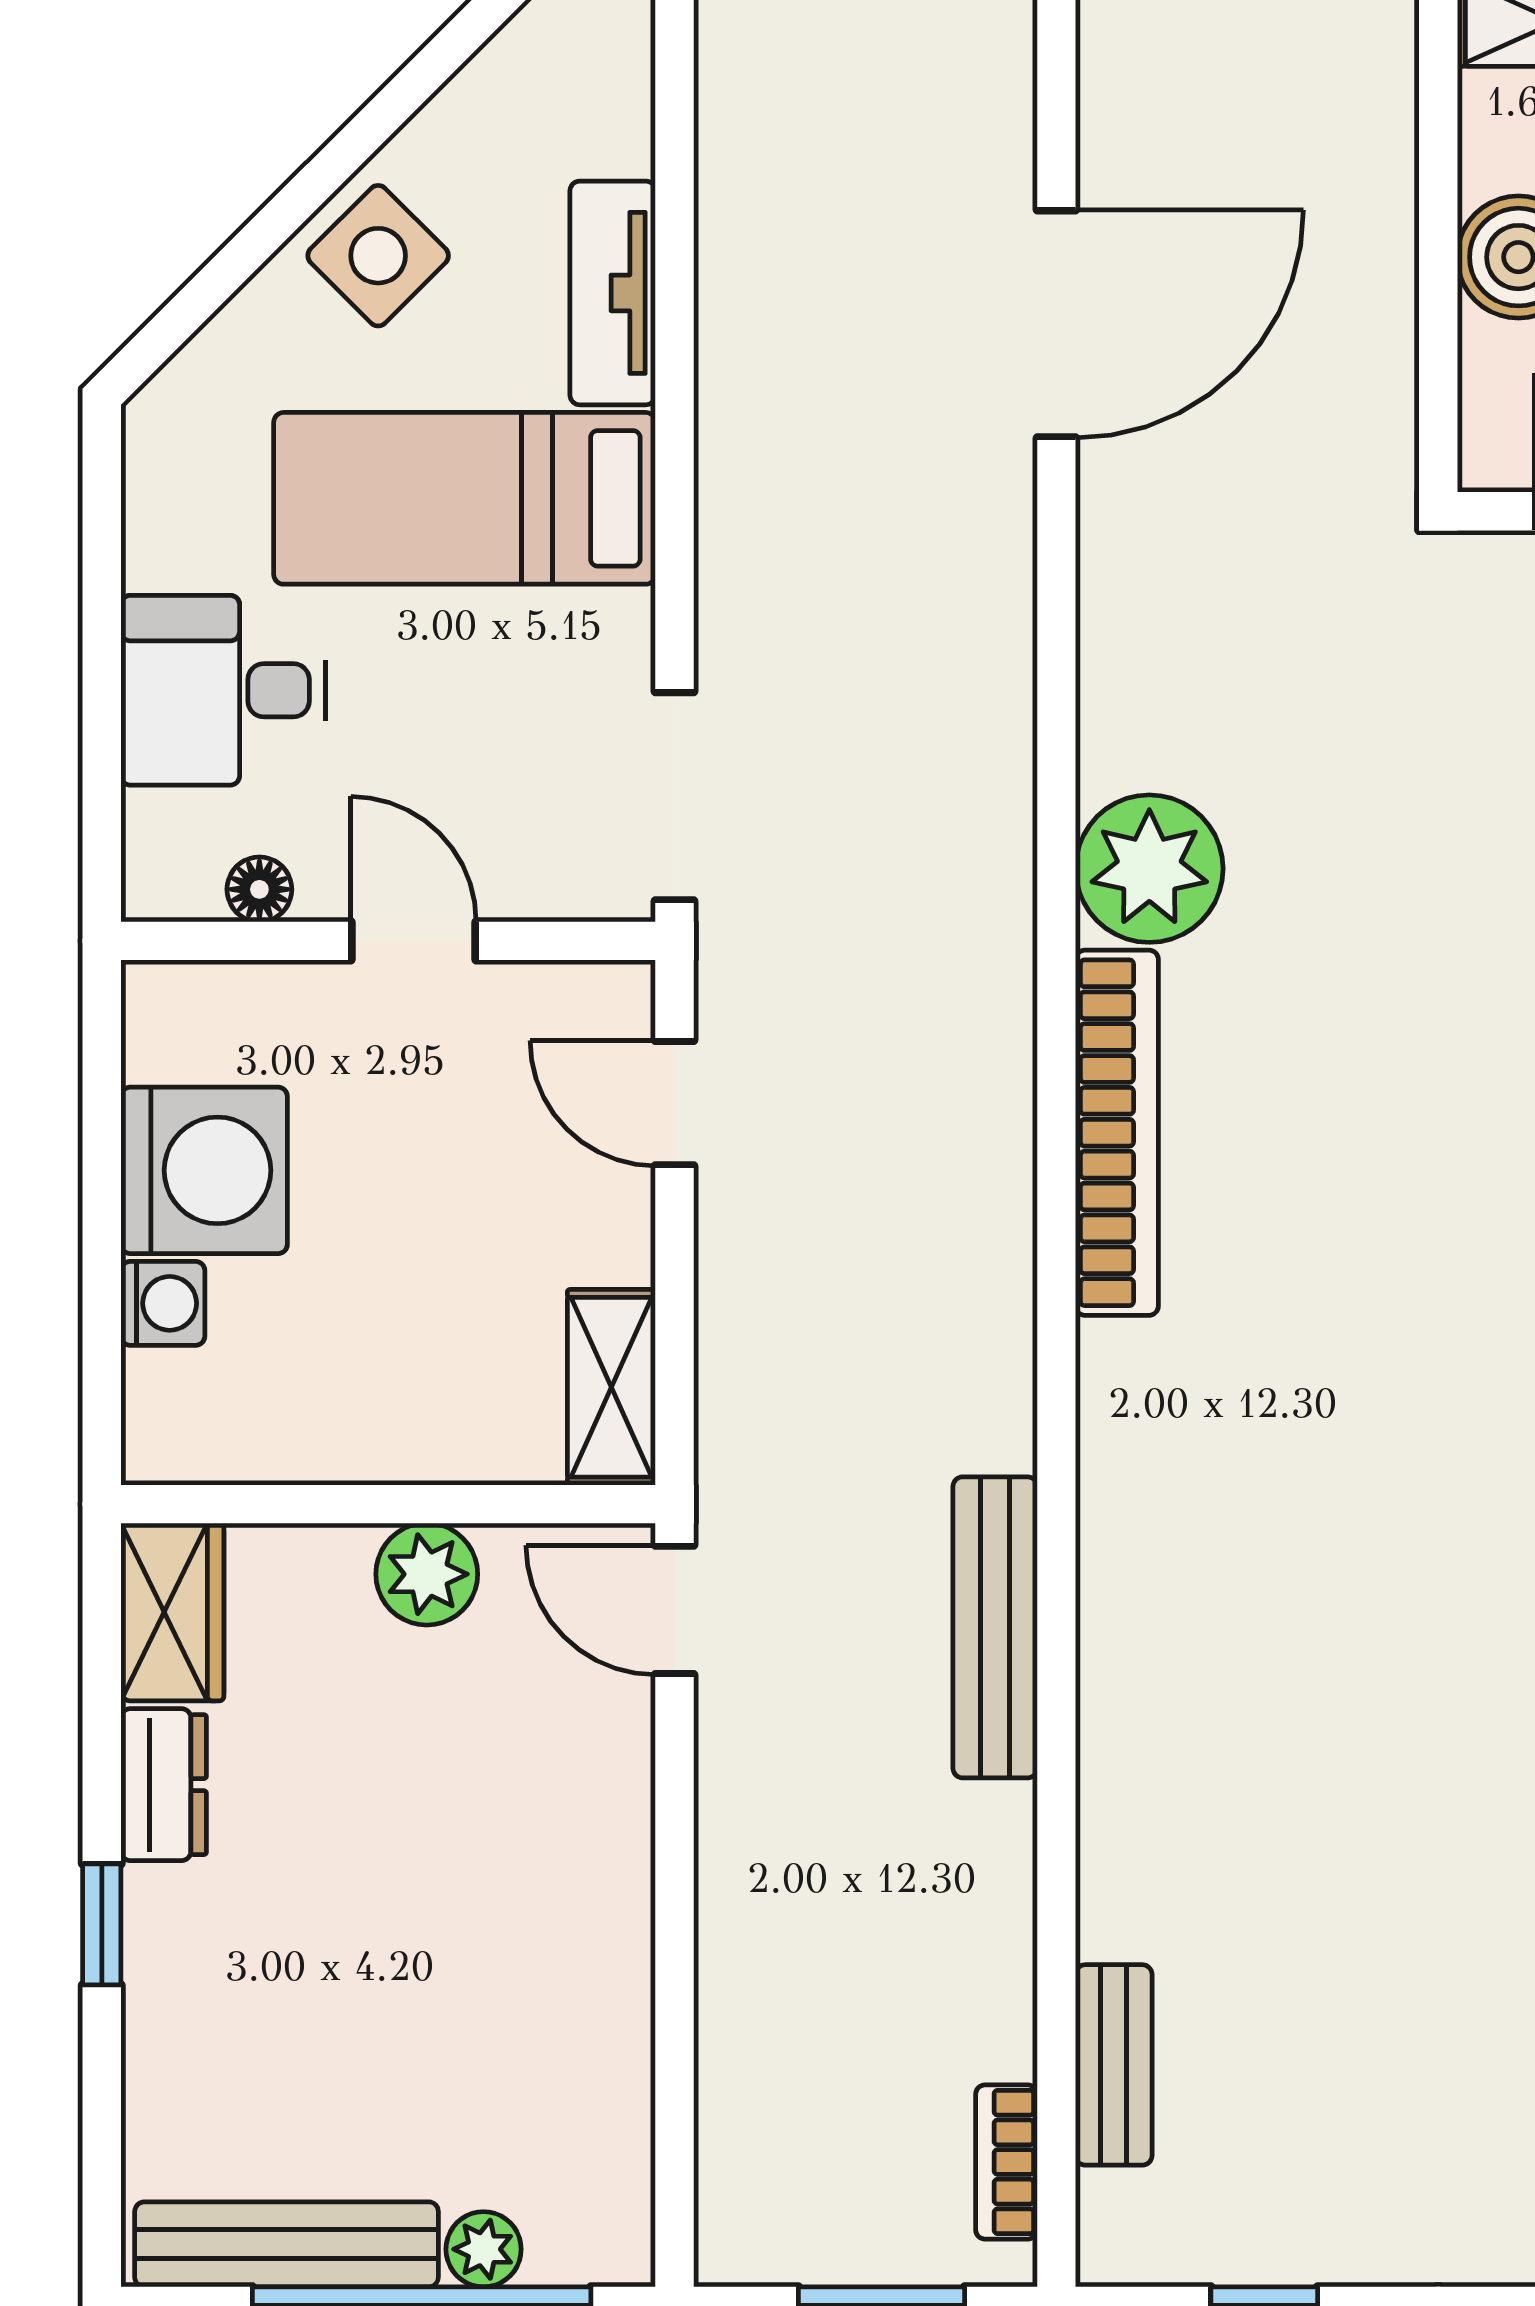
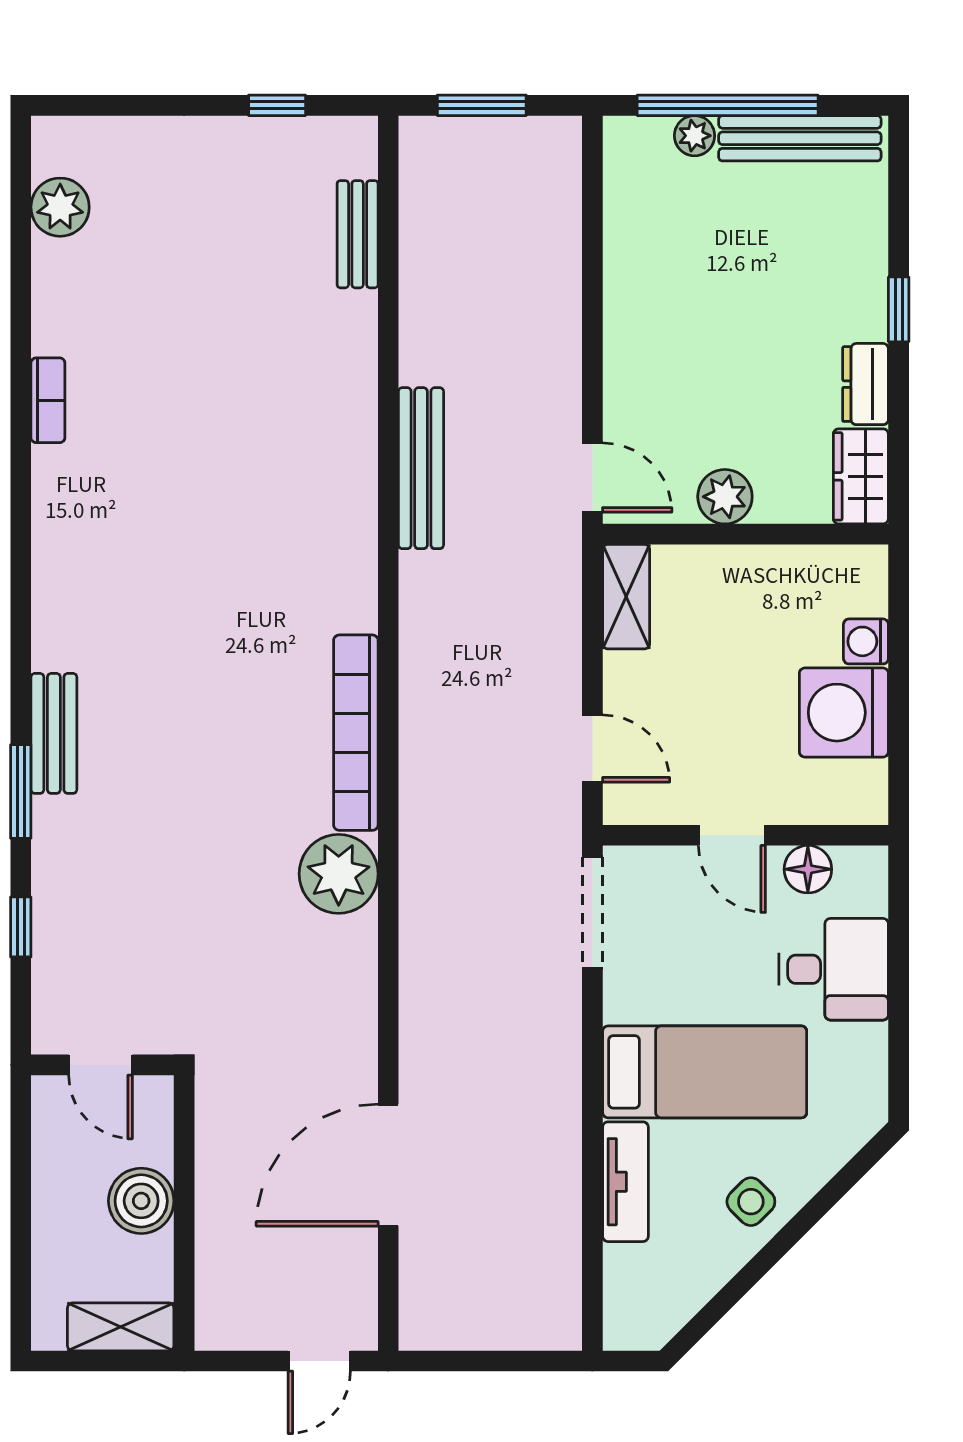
side table: (378, 256) -> (751, 1202), width x0.73, depth x0.73
floor lamp: (259, 889) -> (808, 869), width x1.37, depth x1.37
bookcase: (1006, 2162) -> (415, 182), removed

